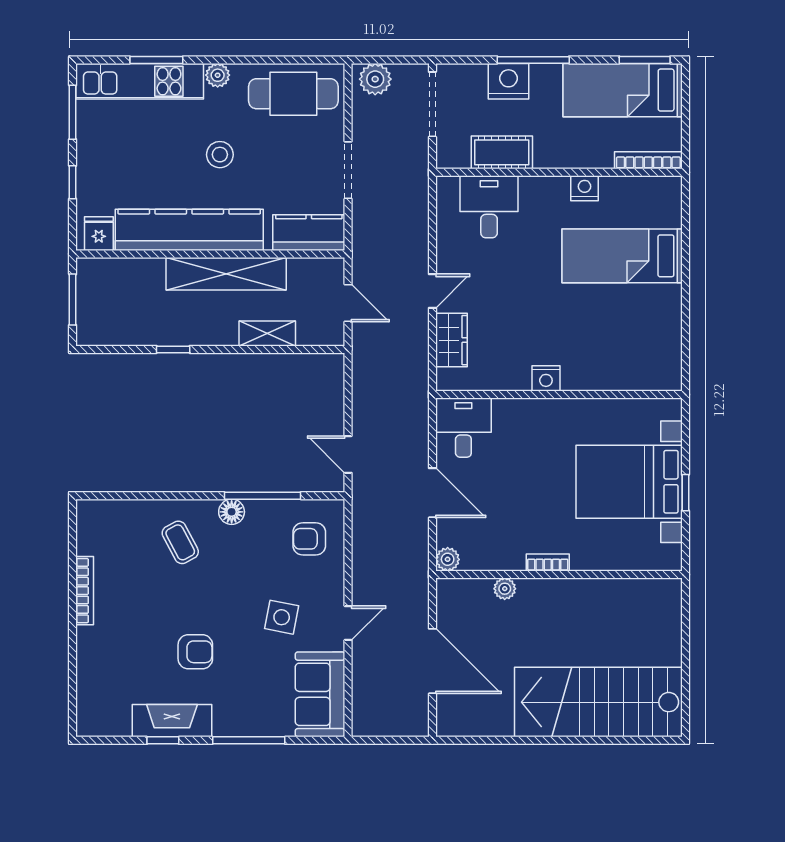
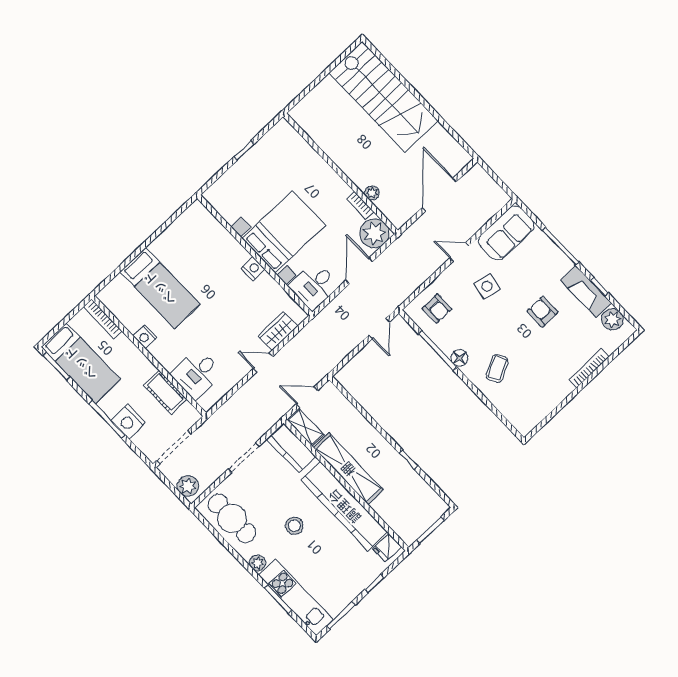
door: (348, 303) -> (307, 397), hinge flipped
shelving: (267, 333) -> (305, 427), moved
bed with nightstands: (629, 482) -> (284, 232), moved, turned -90
plant: (448, 559) -> (374, 233), width x1.88, depth x1.88
bookcase: (548, 562) -> (360, 205), moved
bookcase: (85, 591) -> (589, 368), moved
plant: (114, 721) -> (612, 319), added

